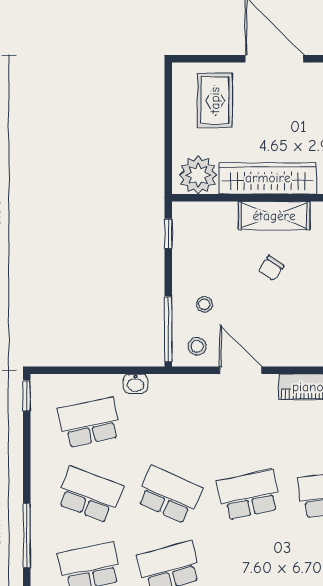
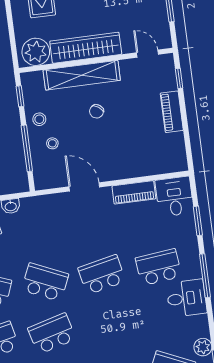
shelving: (274, 216) -> (82, 75), width x1.47
window: (168, 329) -> (27, 148), moved
stool: (197, 346) -> (39, 119), moved

